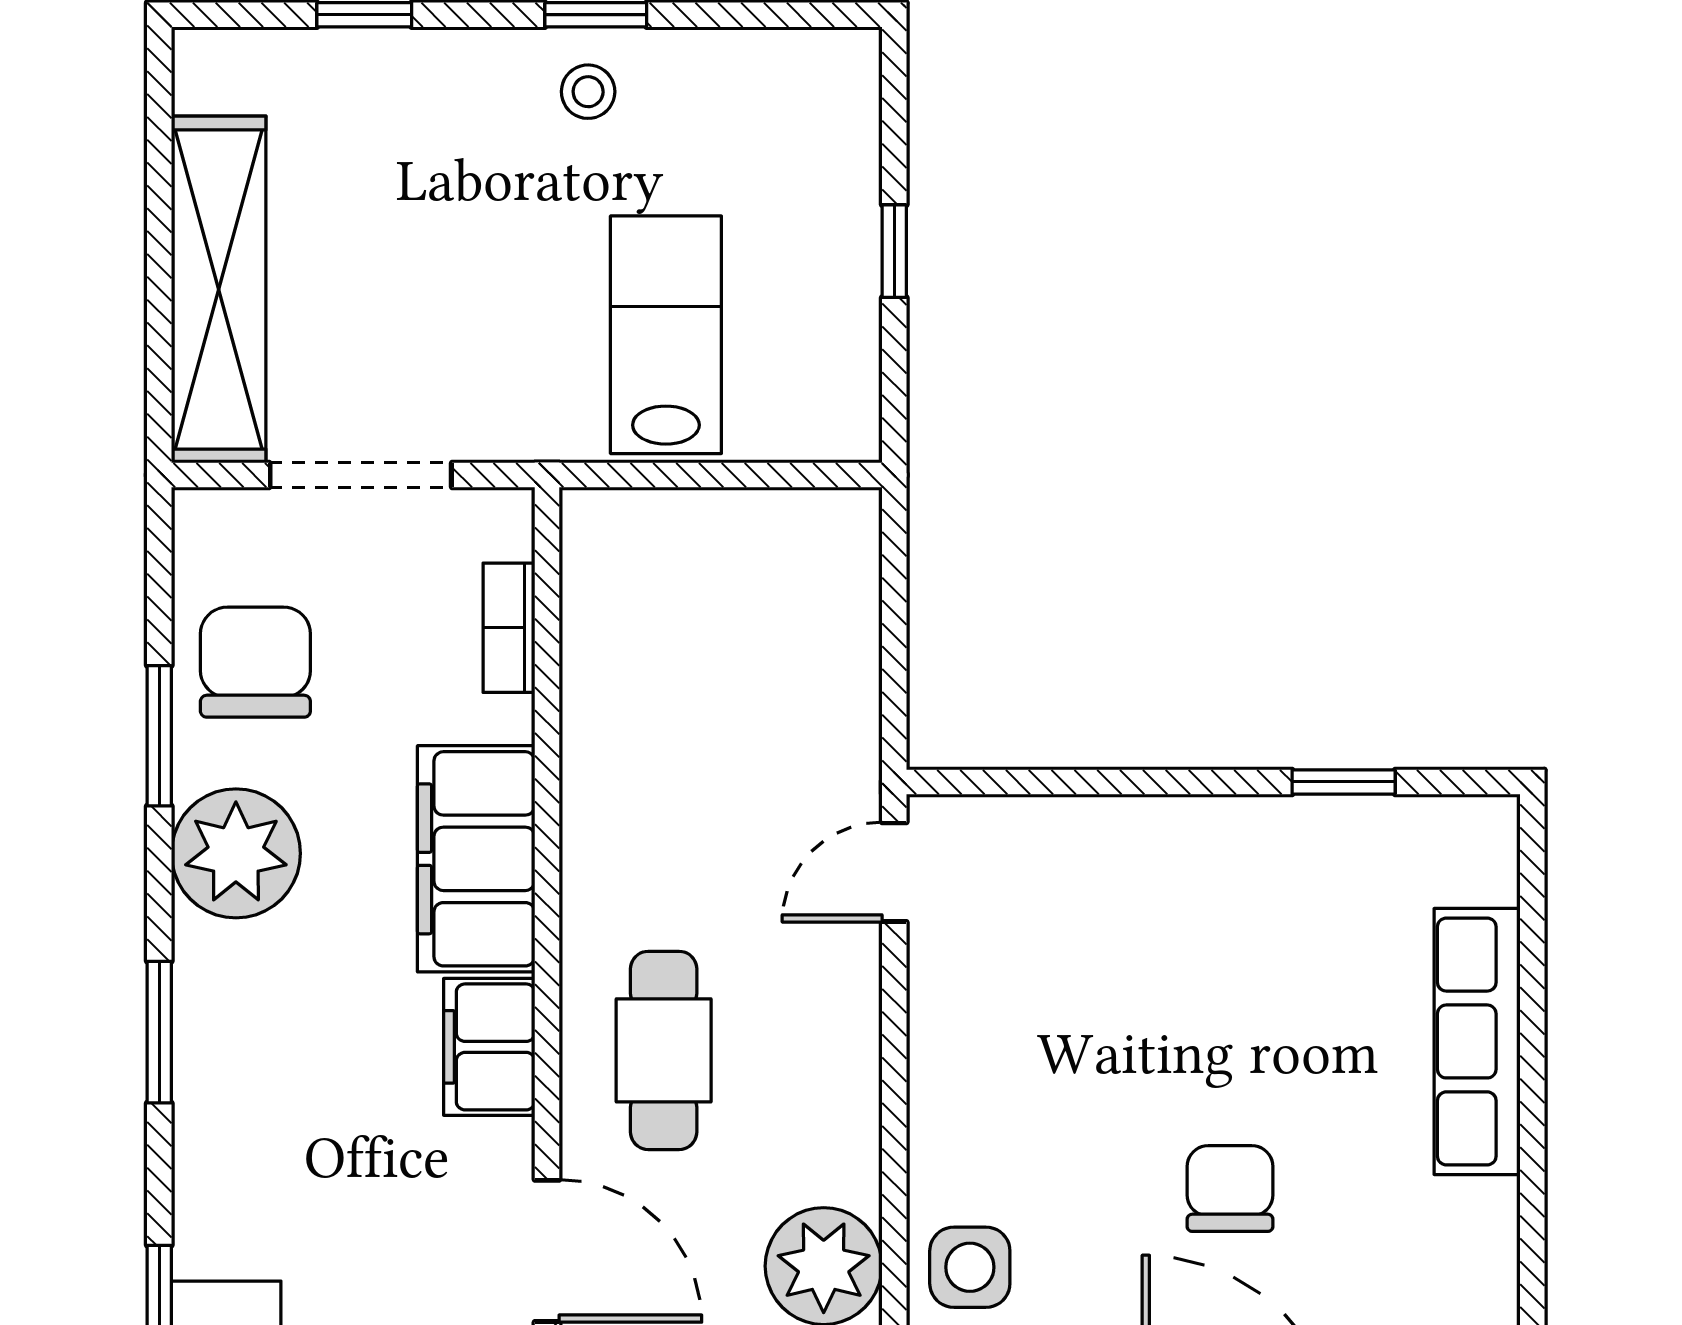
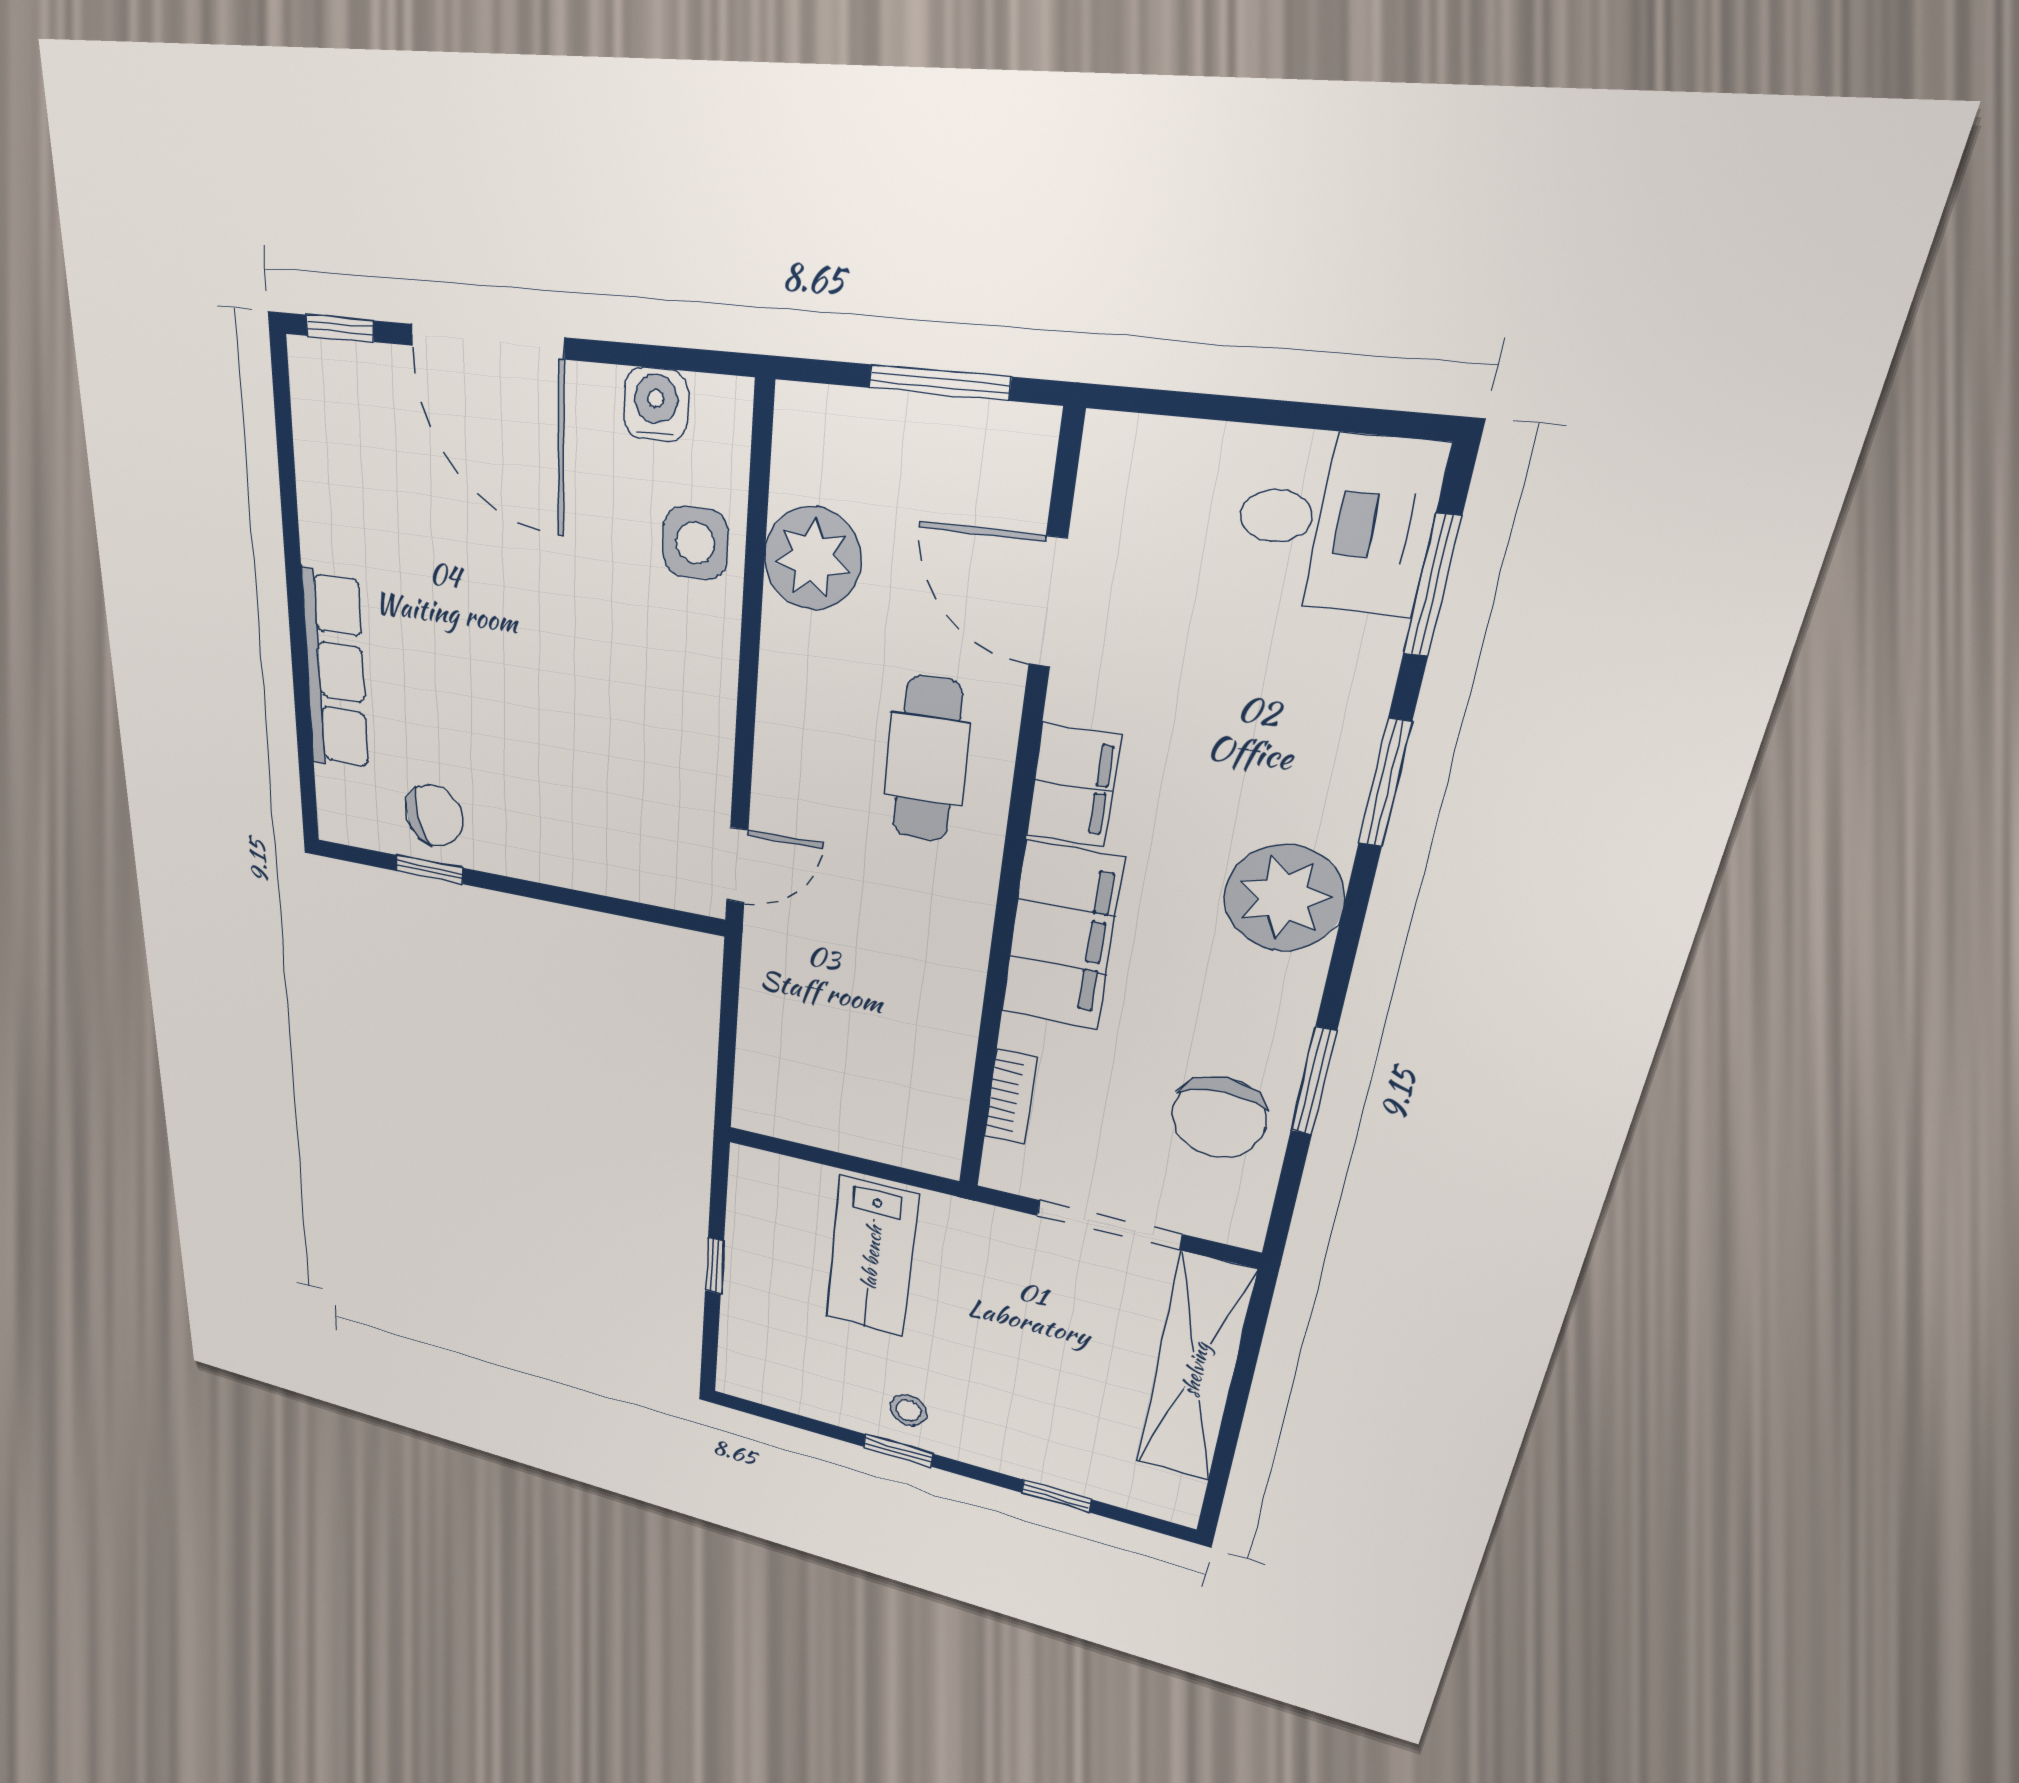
plant: (236, 853) -> (1284, 898), moved
window: (159, 1032) -> (1385, 783), moved
chair: (1230, 1189) -> (435, 815), moved, turned -106

